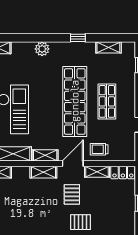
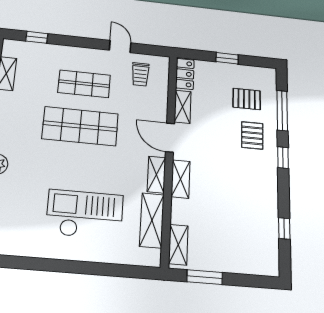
shop shelf: (75, 101) -> (80, 126), width x0.71
trolley: (99, 149) -> (140, 74), moved
pallet: (72, 194) -> (247, 99), moved

